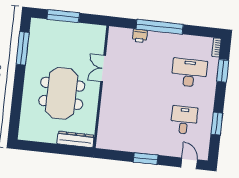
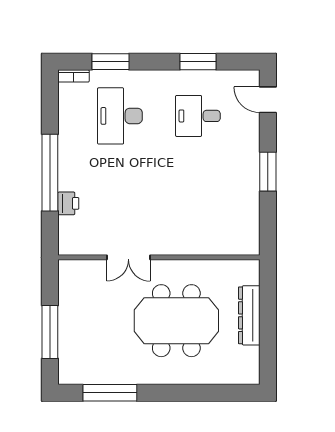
dresser: (75, 139) -> (249, 315), moved
door: (189, 163) -> (268, 100), hinge flipped

